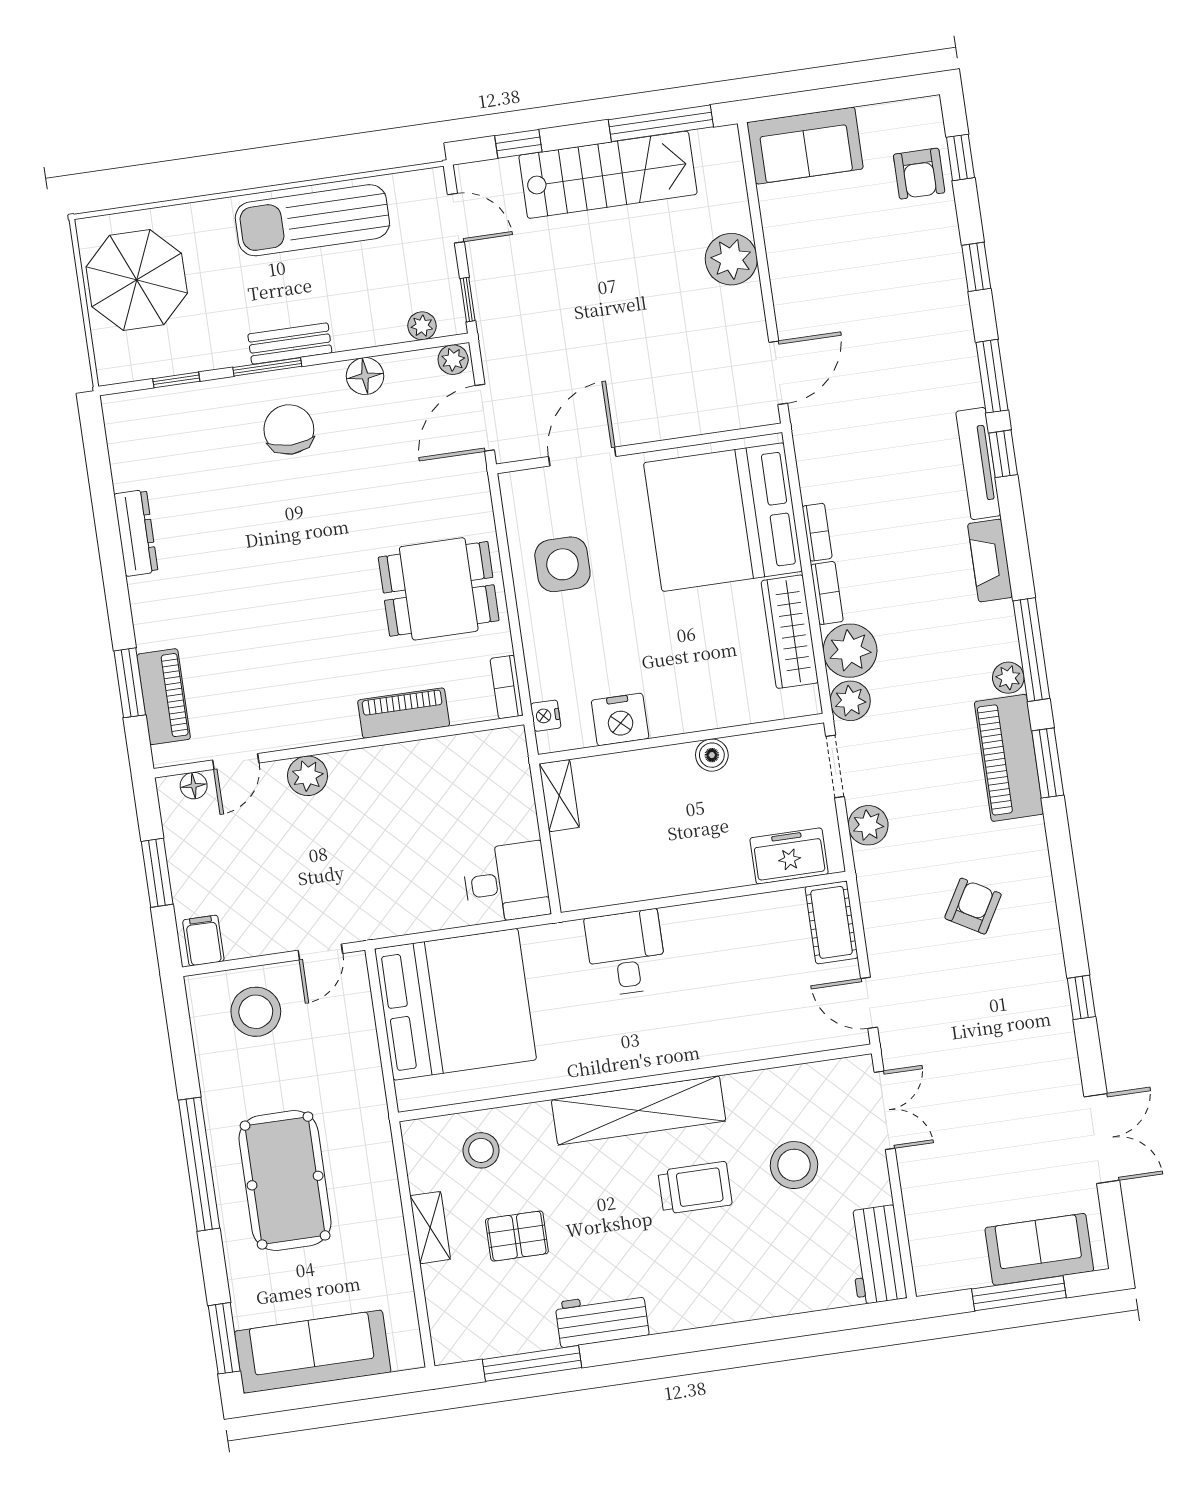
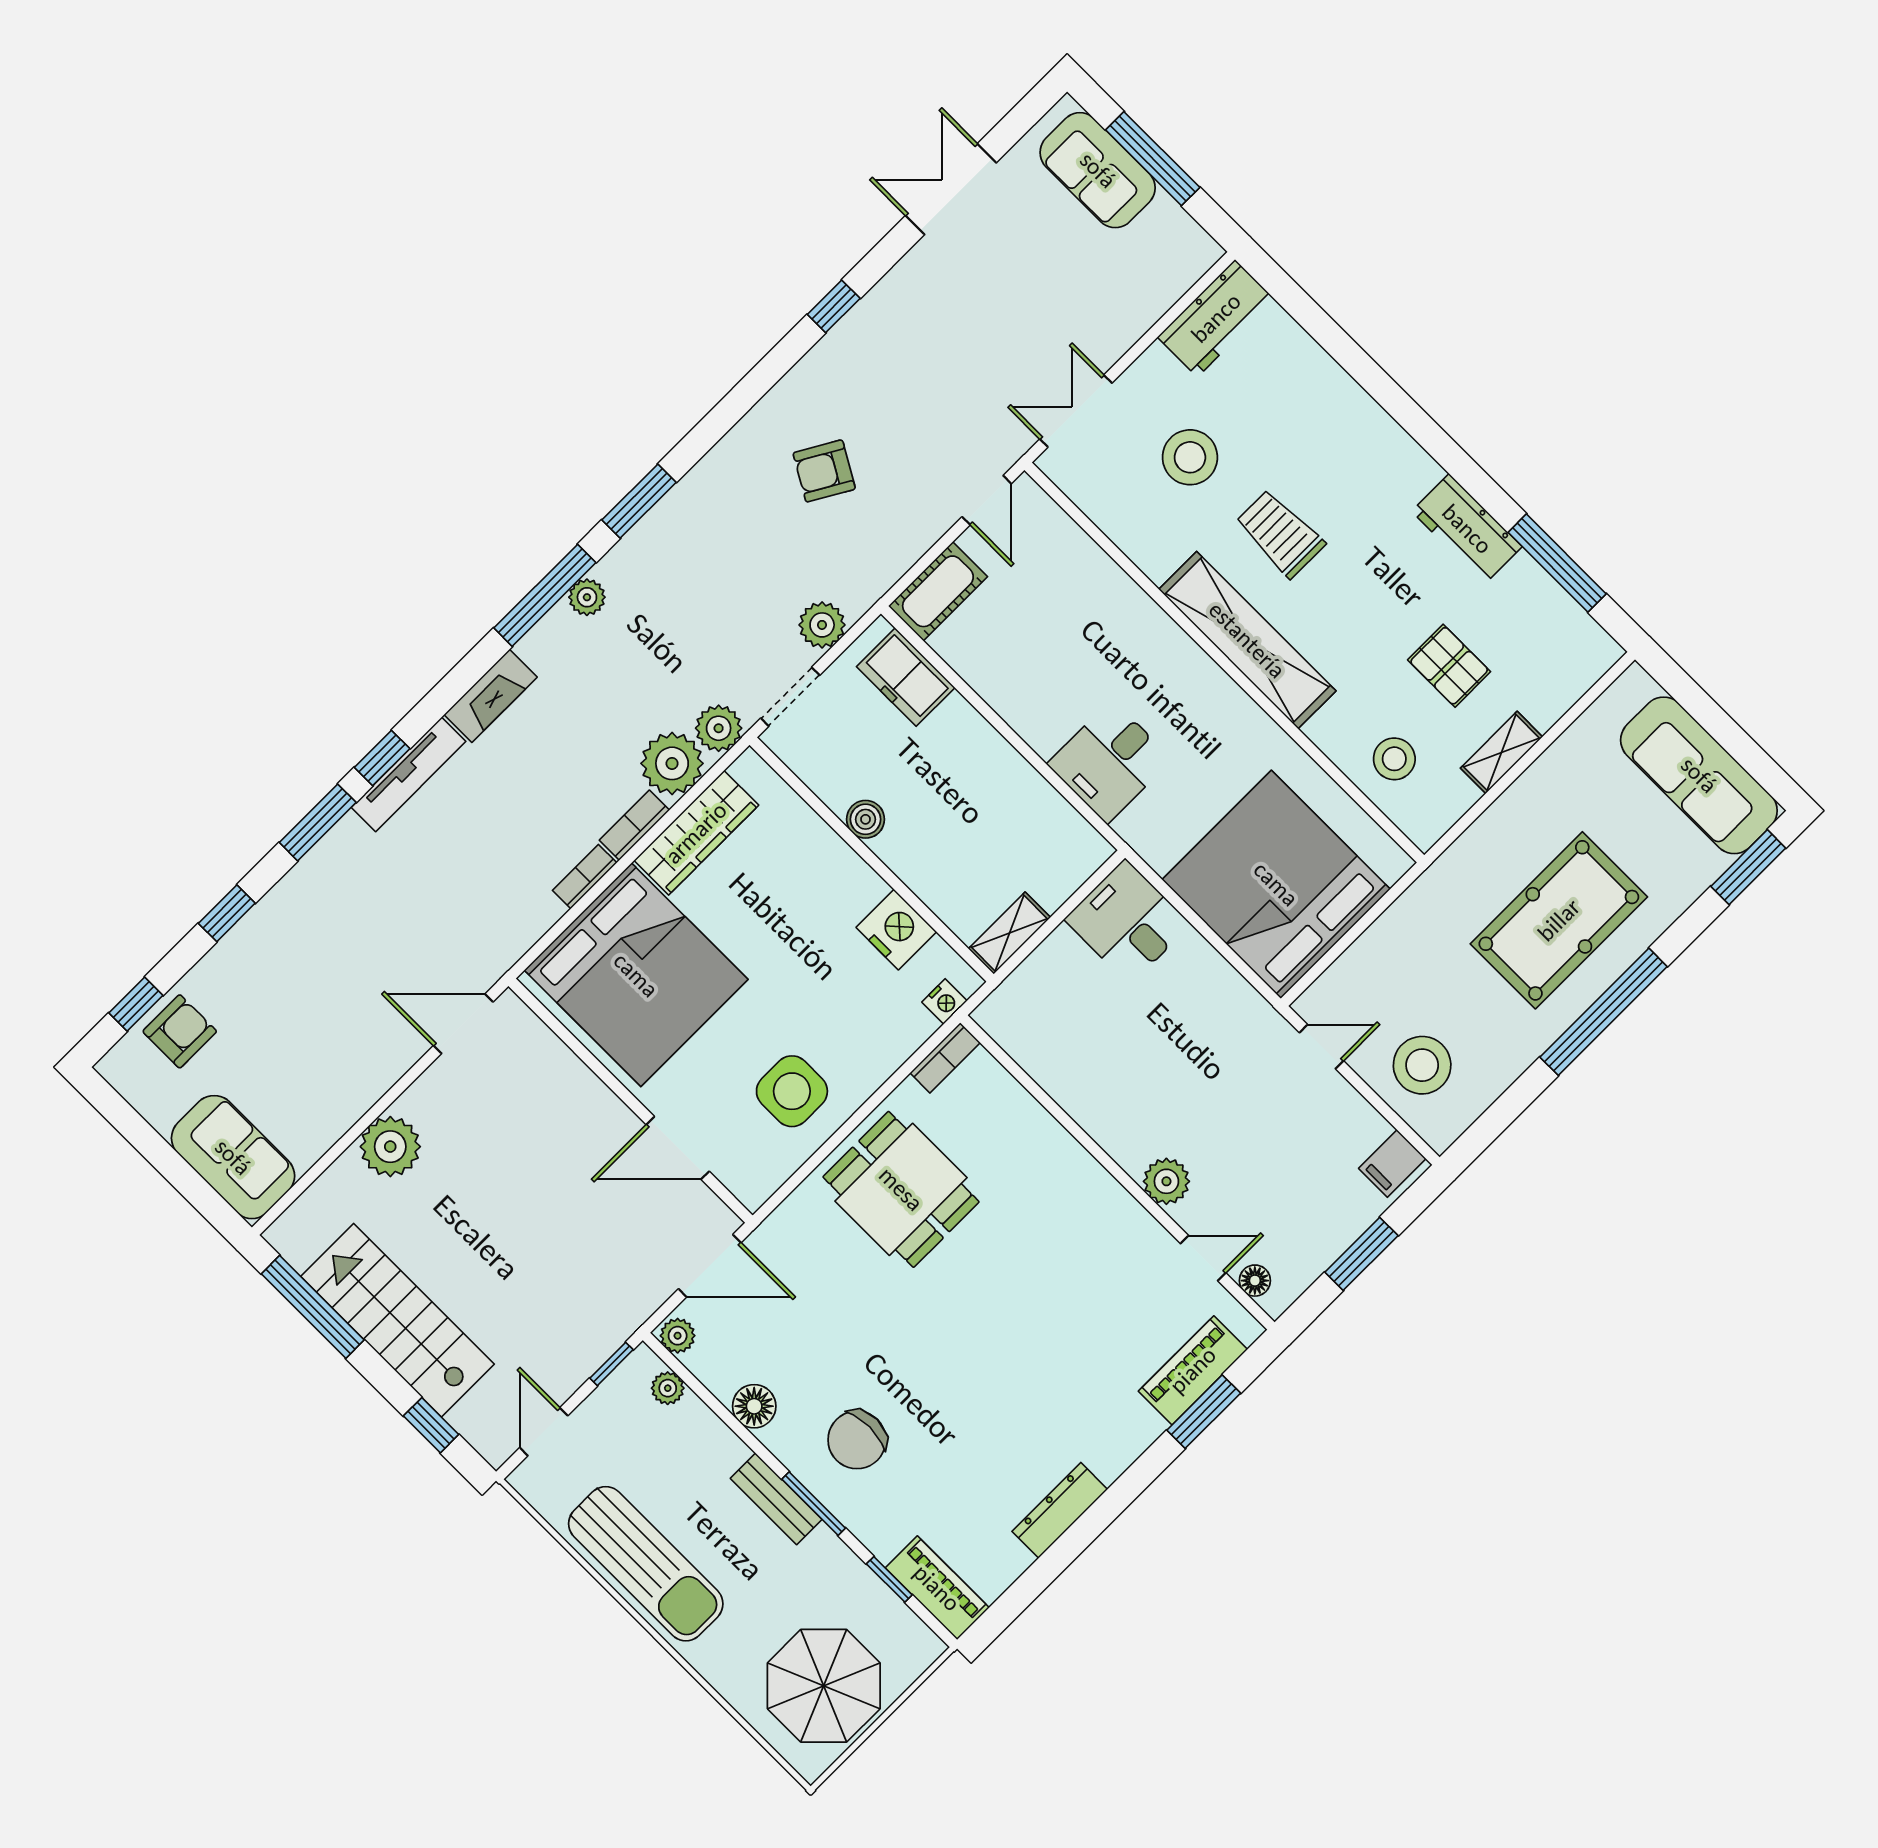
piano: (404, 713) -> (937, 1588), moved, turned 180
piano: (1009, 758) -> (661, 541), removed

